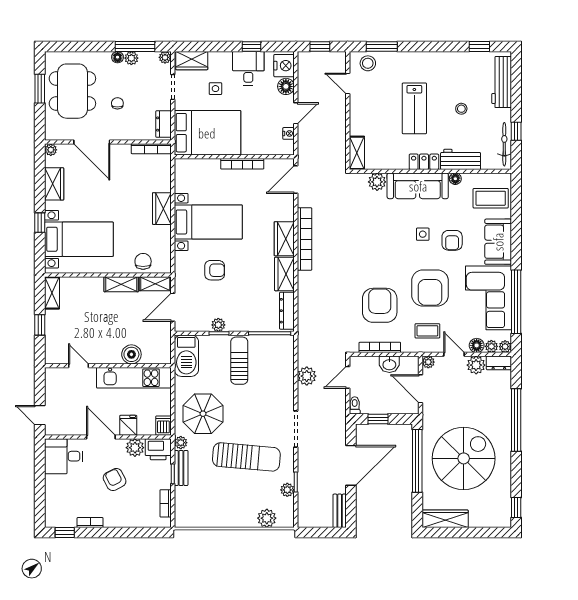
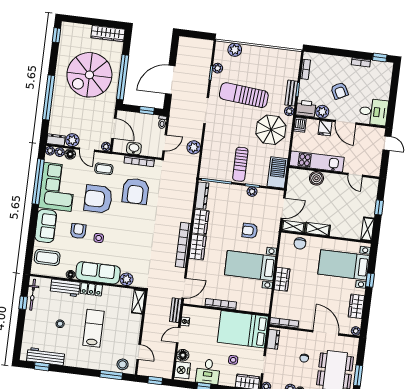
workbench: (502, 82) -> (46, 356), moved, turned -90
armchair: (430, 288) -> (98, 199), turned -90
bench: (340, 511) -> (176, 310), moved

